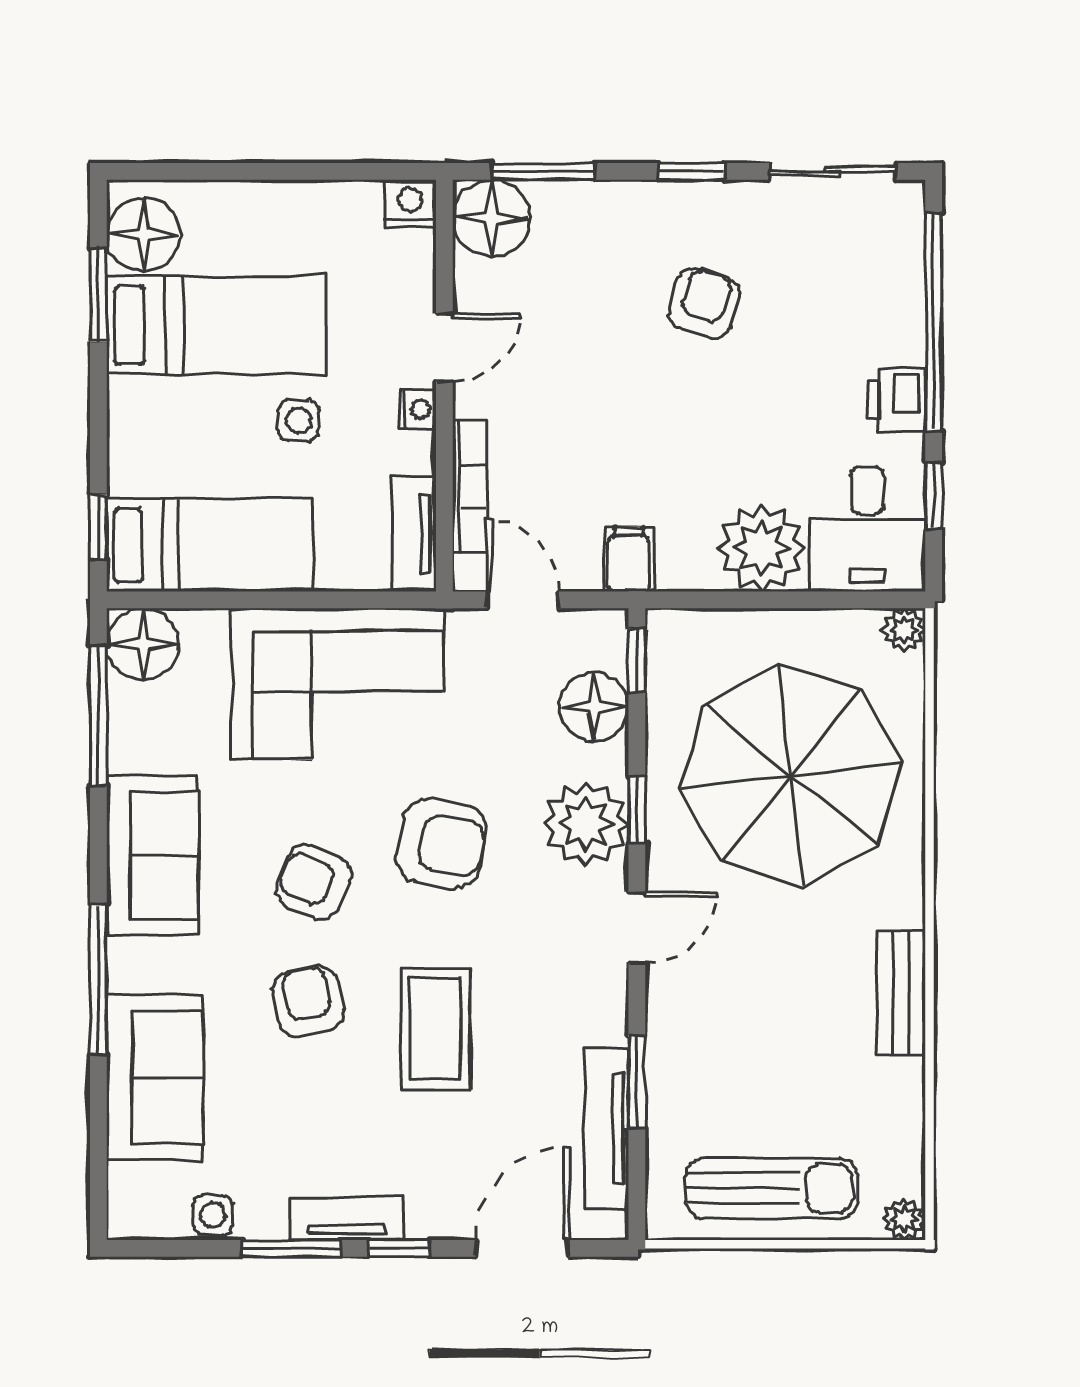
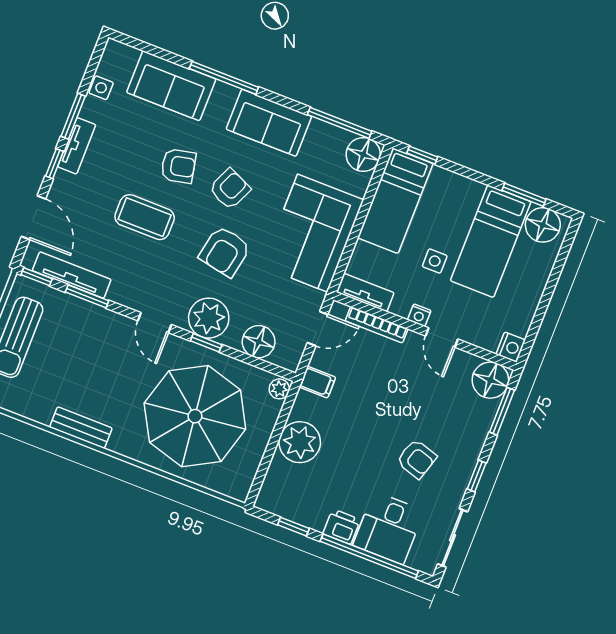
desk: (867, 529) -> (389, 528), moved, turned -90
plant: (904, 629) -> (279, 389), moved
window: (637, 661) -> (37, 277), moved

